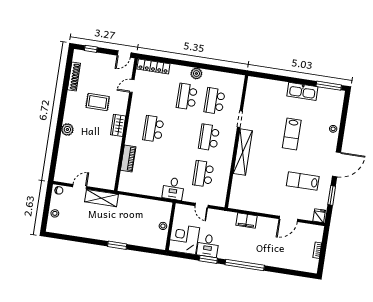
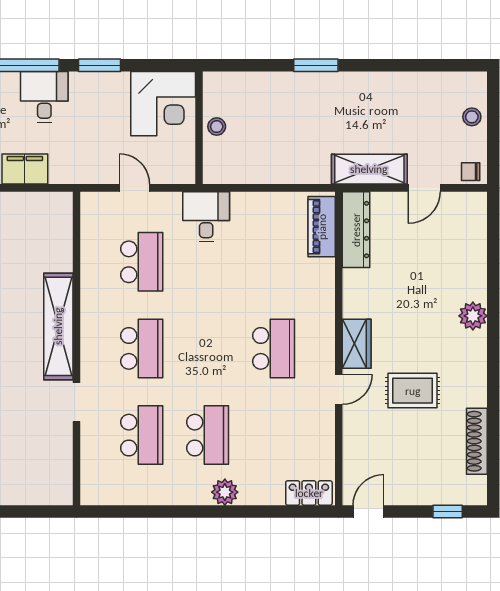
locker: (153, 66) -> (309, 493), width x0.66
plant: (196, 73) -> (225, 492), moved
door: (132, 86) -> (339, 389), moved
piano: (128, 159) -> (322, 227), moved
dresser: (111, 173) -> (356, 230), added
desk: (208, 246) -> (44, 97), moved

